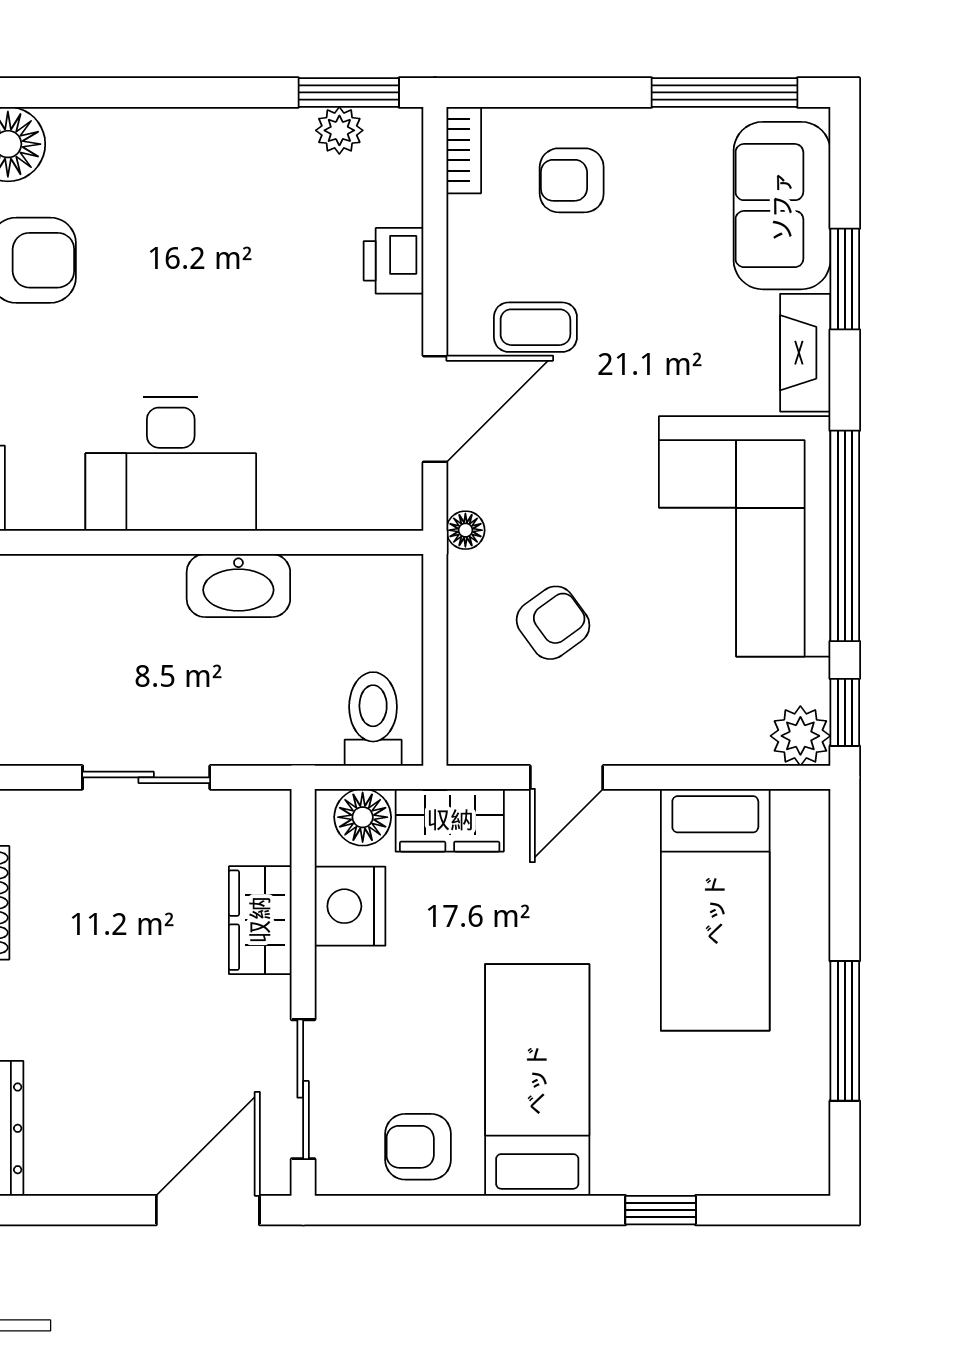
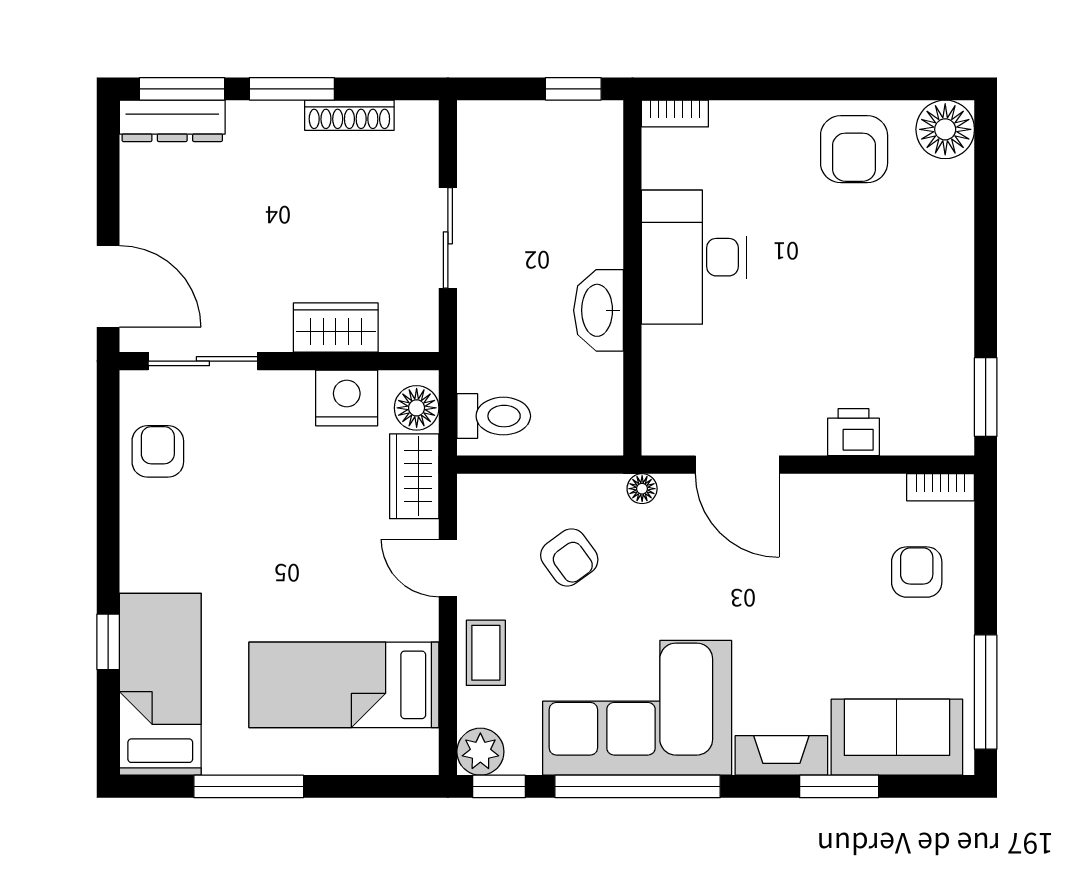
plant: (339, 130) -> (956, 390), removed
coffee table: (535, 327) -> (486, 653), moved
bed: (537, 1080) -> (160, 684), moved, turned -90

